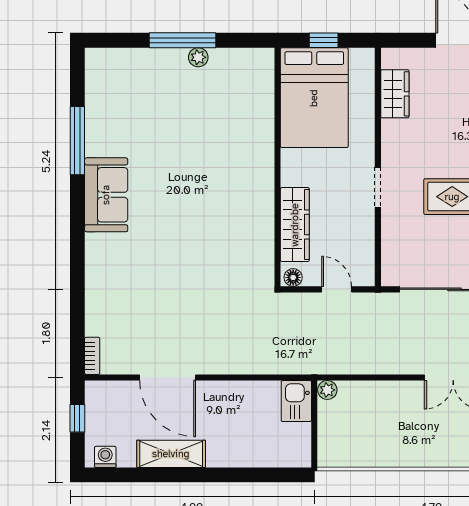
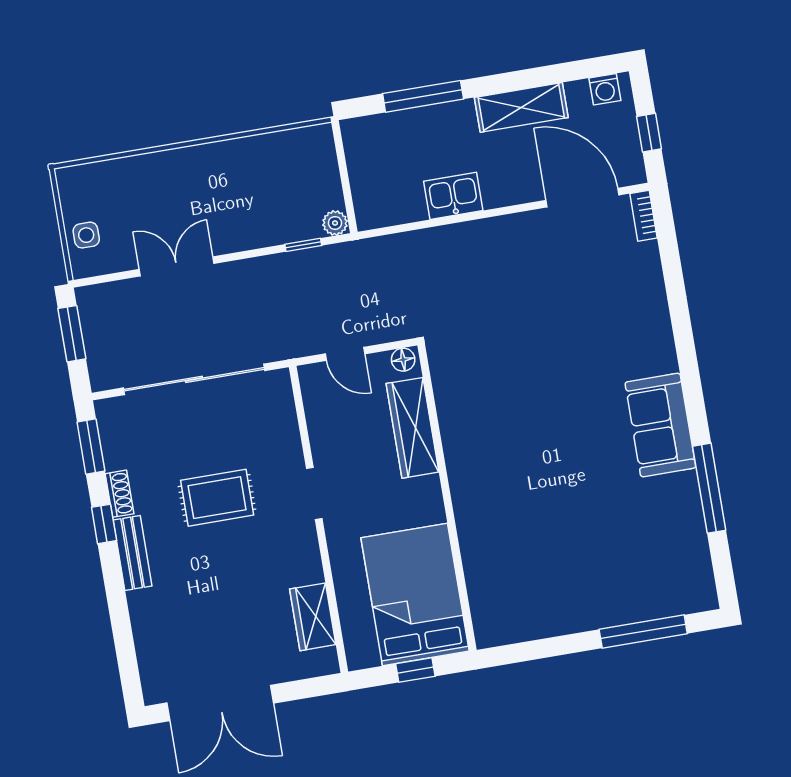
window: (182, 40) -> (643, 631), moved
plant: (198, 57) -> (572, 621), removed
door: (168, 377) -> (583, 198), moved
window: (354, 377) -> (303, 245), added
kitchen sink: (296, 401) -> (453, 196), moved, turned -90
window: (244, 475) -> (423, 96), added

